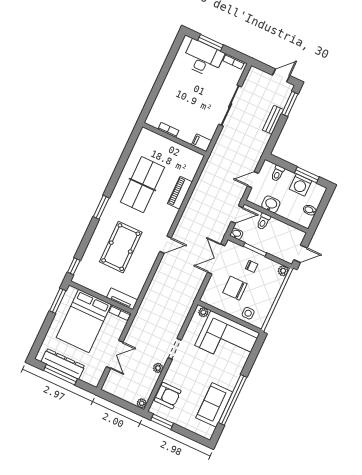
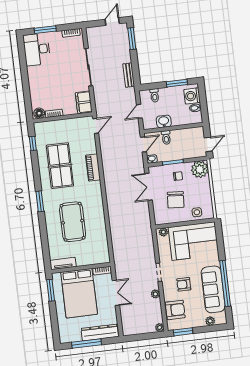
desk: (203, 58) -> (37, 49), moved, turned -90
bench: (273, 120) -> (129, 75), moved
floor lamp: (154, 121) -> (39, 113), added
filing cabinet: (202, 143) -> (84, 102), width x2.00
washing machine: (301, 185) -> (192, 96), moved, turned 90
piano: (180, 193) -> (93, 168), moved
door: (166, 245) -> (96, 126), moved
window: (74, 266) -> (33, 143), moved
plant: (283, 271) -> (200, 169), width x1.88, depth x1.88
chair: (235, 288) -> (176, 200), turned -86
tv unit: (122, 299) -> (63, 263), moved
double door: (115, 354) -> (116, 293), moved
dresser: (63, 364) -> (100, 333), moved
armchair: (192, 376) -> (184, 284), added
sofa: (214, 405) -> (213, 289), width x1.36
plant: (195, 428) -> (210, 321), added

